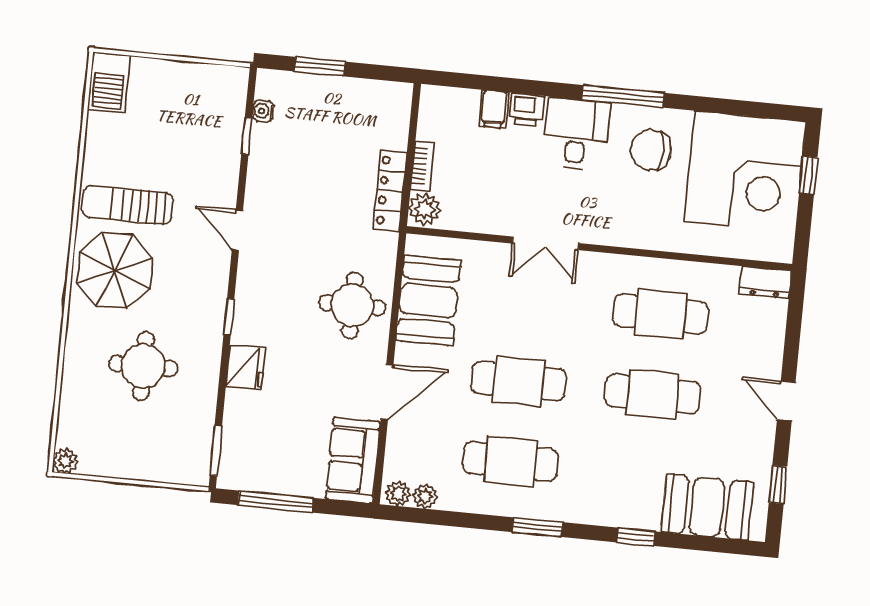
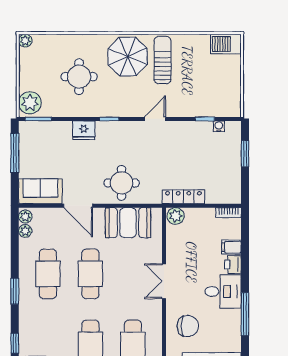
chair: (651, 150) -> (188, 326), moved, turned 90
bookcase: (422, 166) -> (228, 213), moved
plant: (184, 464) -> (30, 103), added

